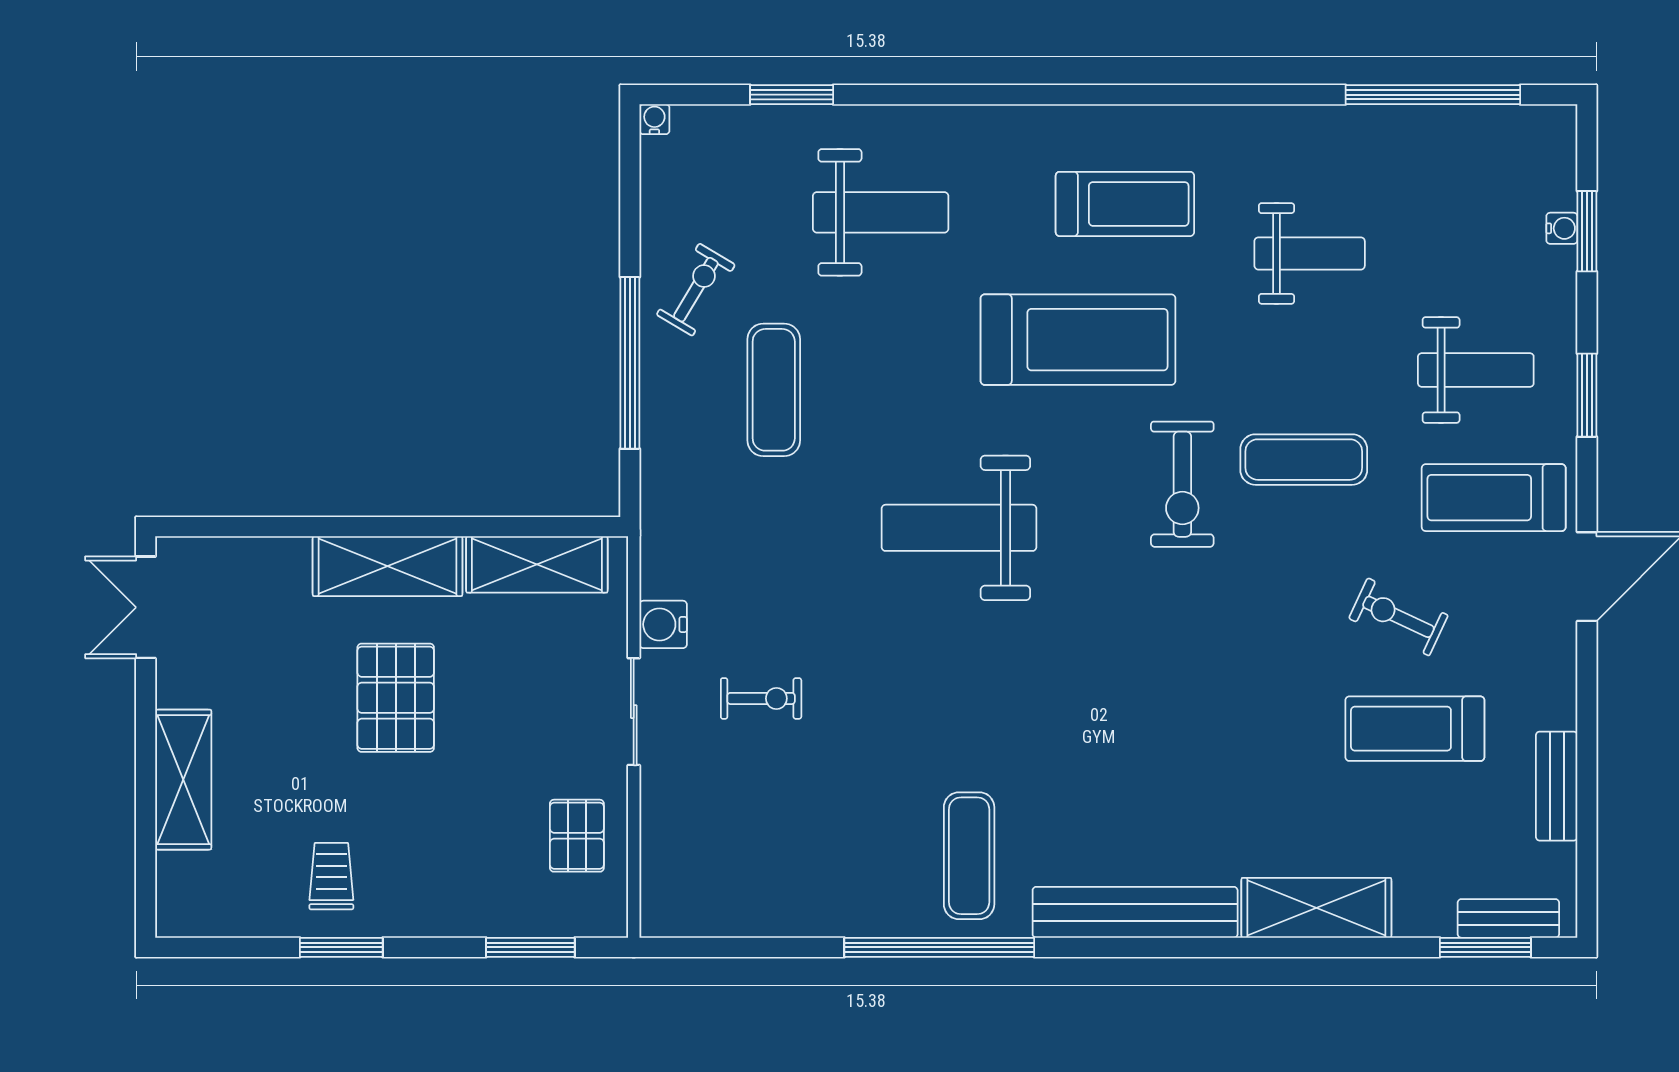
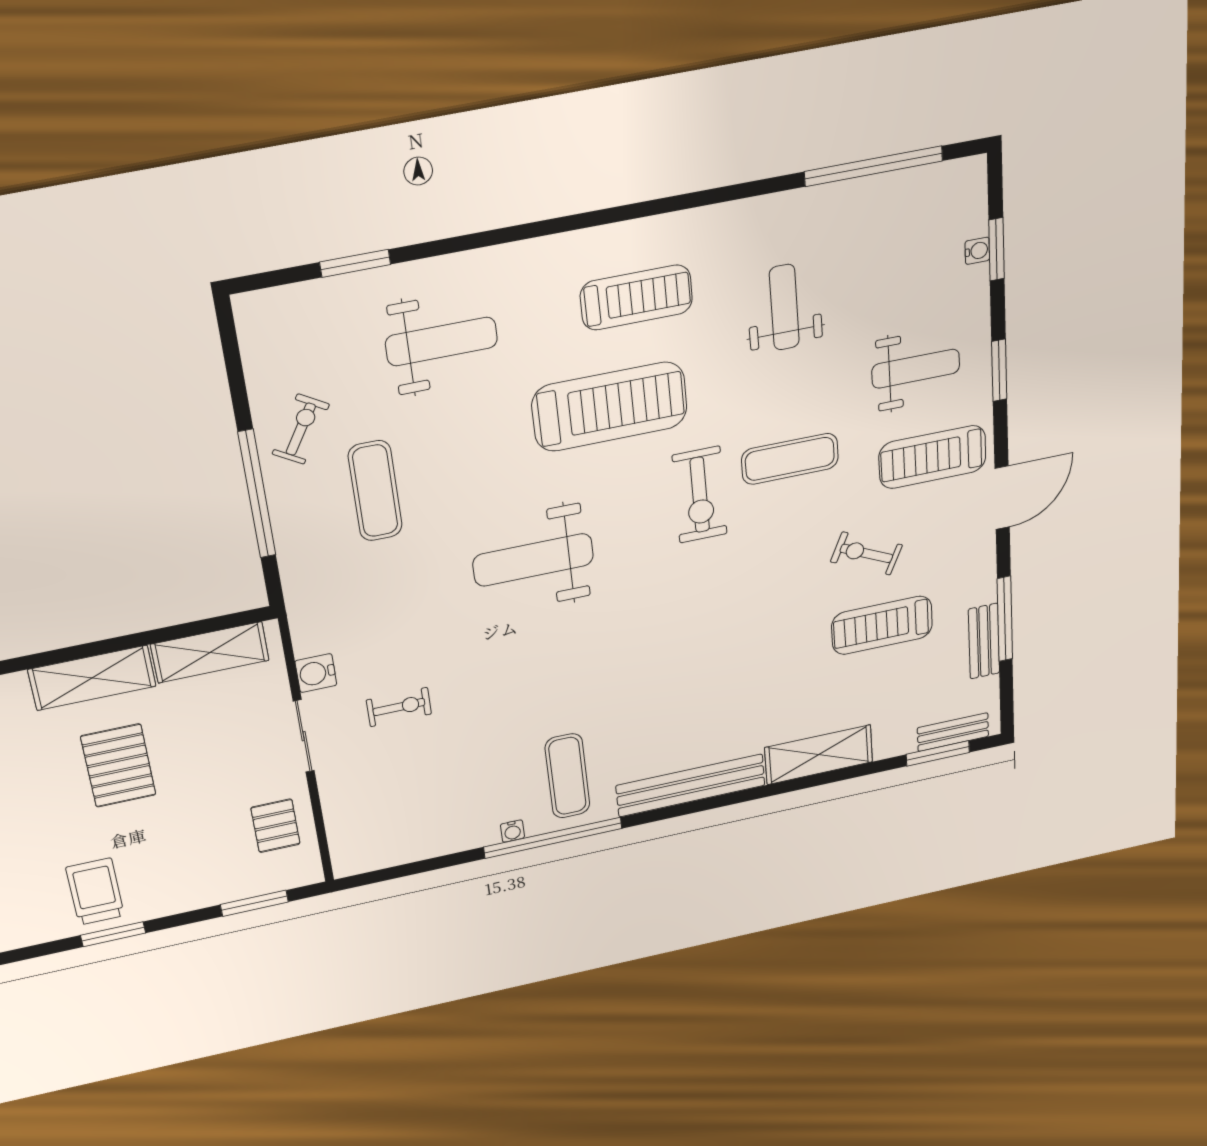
water cooler: (654, 119) -> (512, 831), moved, turned 180
weight bench: (1310, 253) -> (784, 307), turned -90
window: (1587, 759) -> (1005, 619), added
trolley: (331, 876) -> (95, 892), width x1.36, depth x1.39

